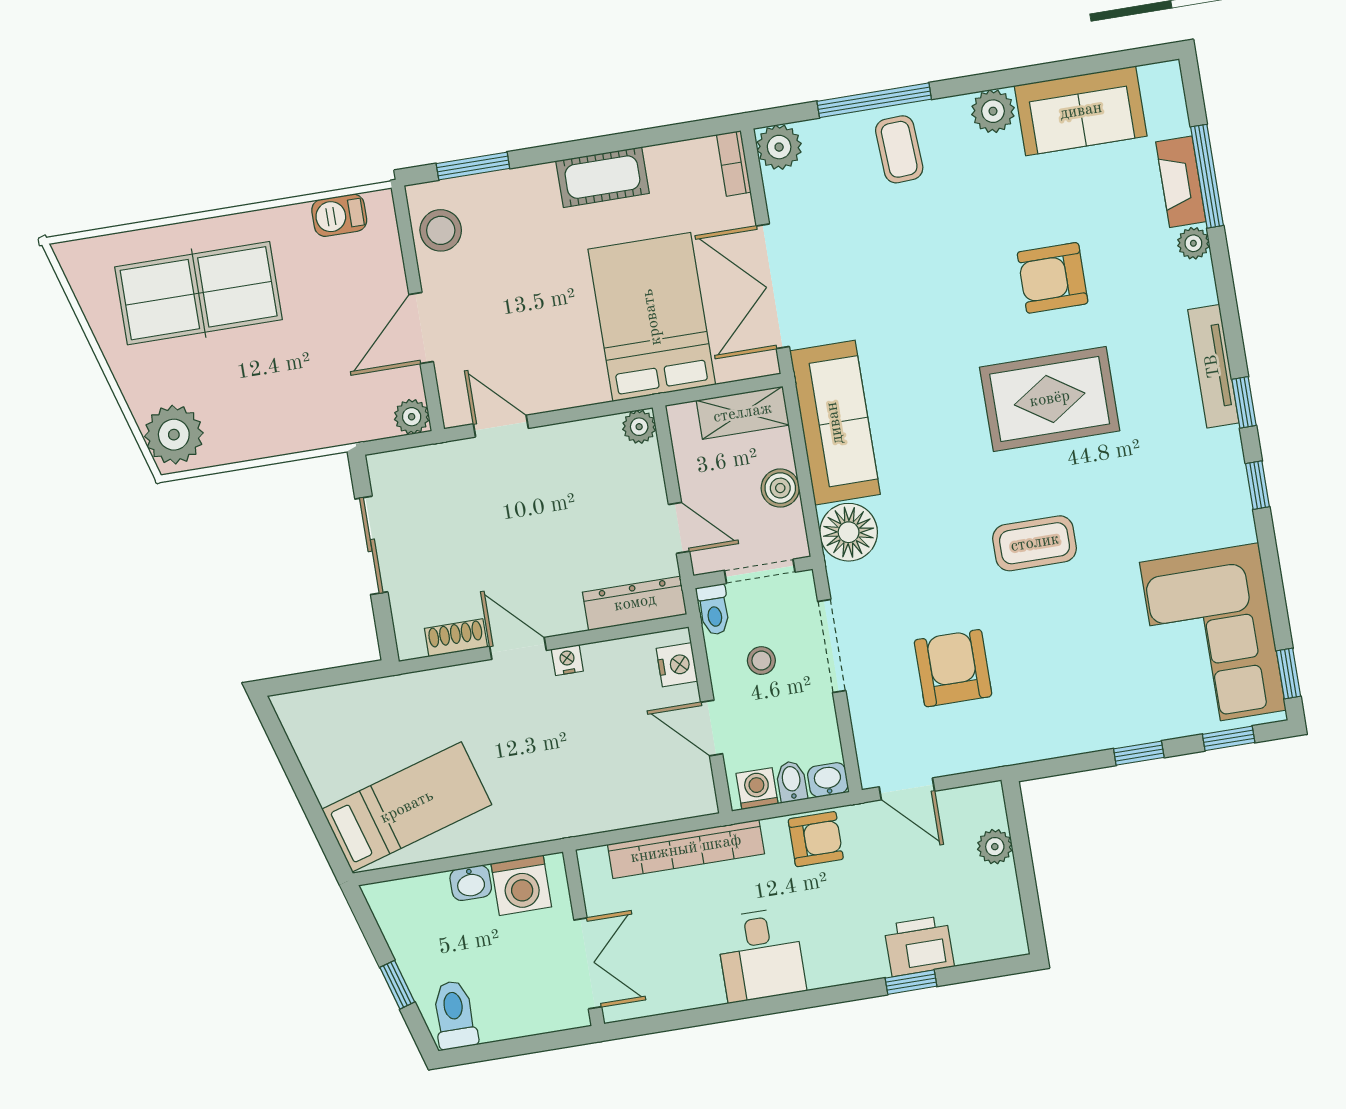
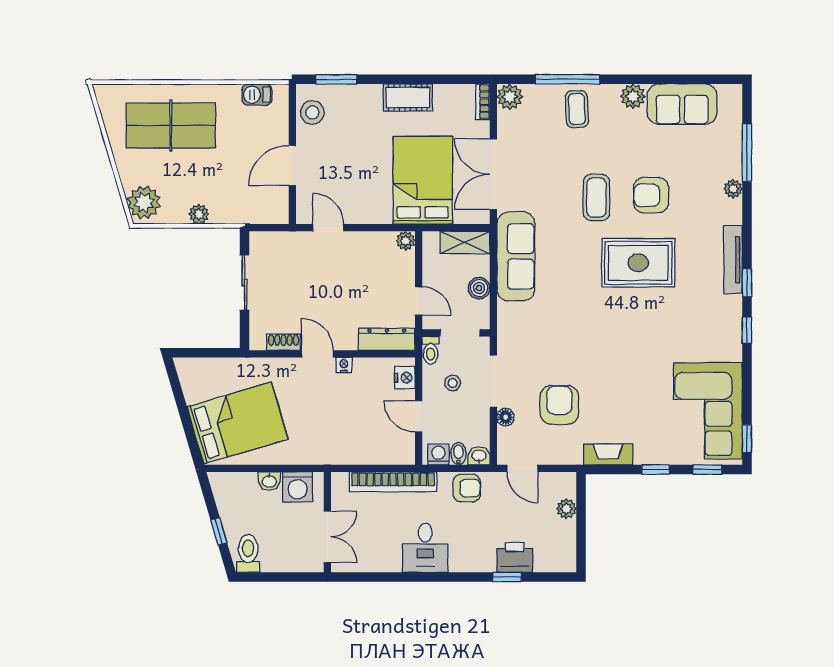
fireplace: (1181, 182) -> (608, 454), moved, turned 90
plant: (412, 417) -> (199, 214), moved
floor lamp: (849, 532) -> (506, 417), moved, width x0.53, depth x0.53
coffee table: (1035, 543) -> (596, 197), moved, turned 90
bed: (407, 807) -> (238, 423), width x1.50

